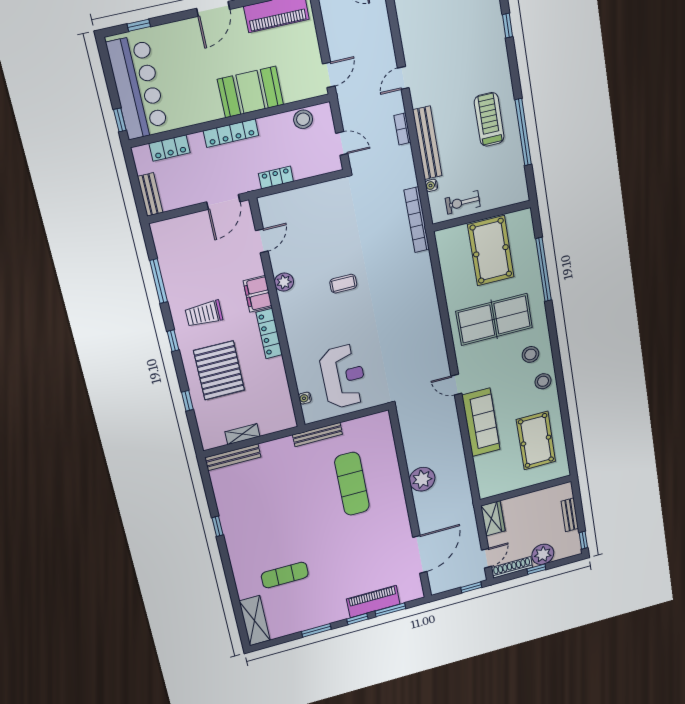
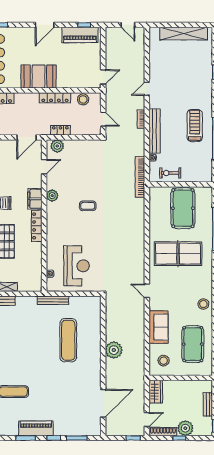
booth: (250, 92) -> (39, 77), moved
locker: (231, 133) -> (55, 98), moved
plant: (276, 204) -> (57, 146), added
stool: (530, 354) -> (164, 361), moved
sofa: (481, 422) -> (159, 327), width x0.73
piano: (373, 602) -> (36, 428), moved

